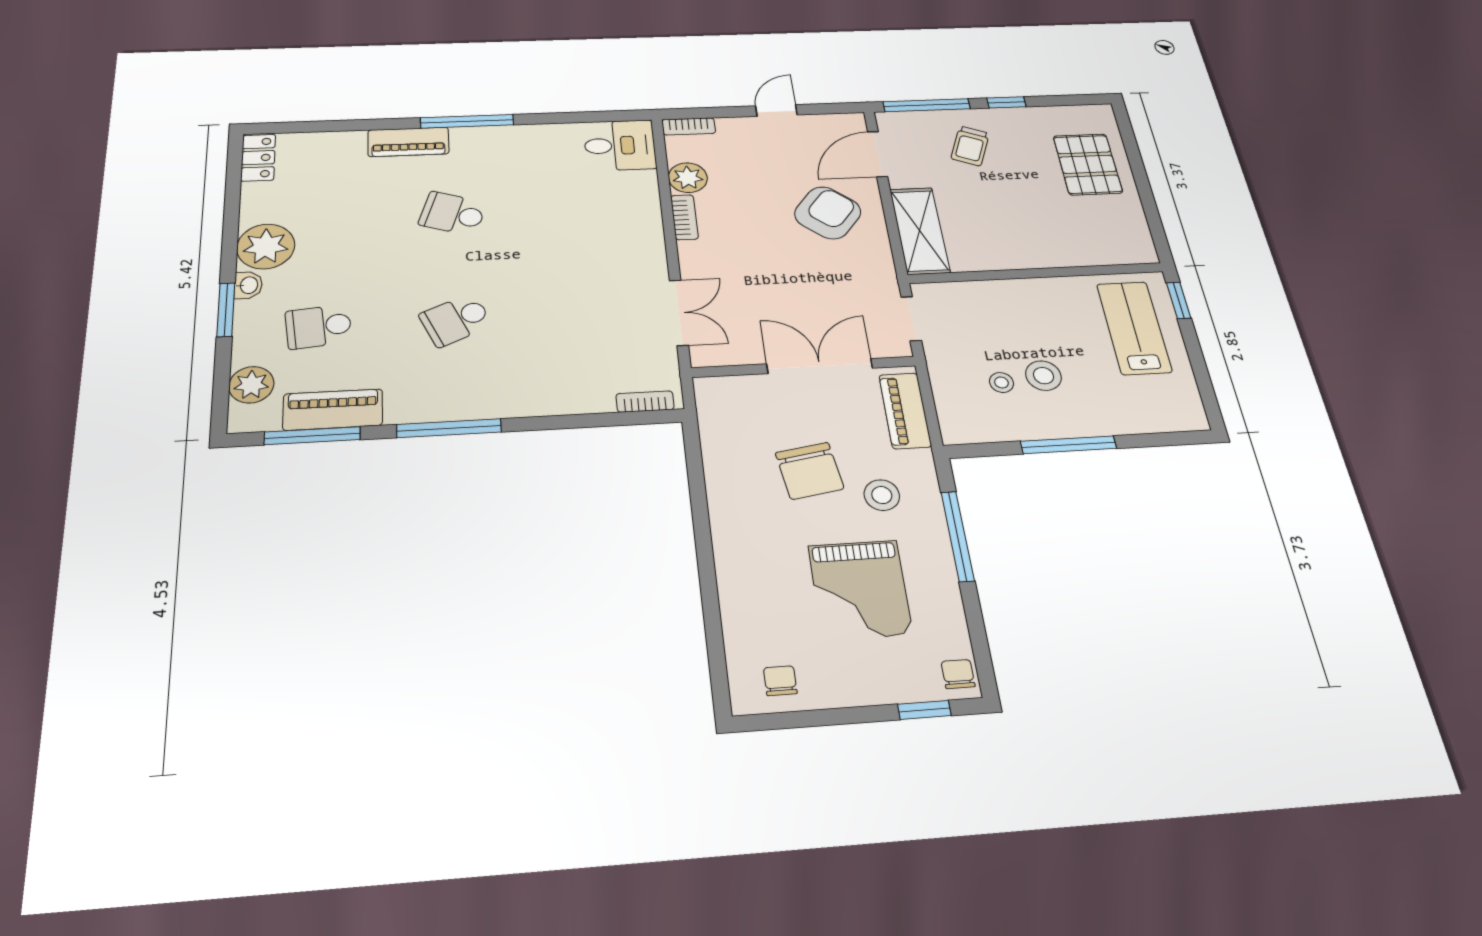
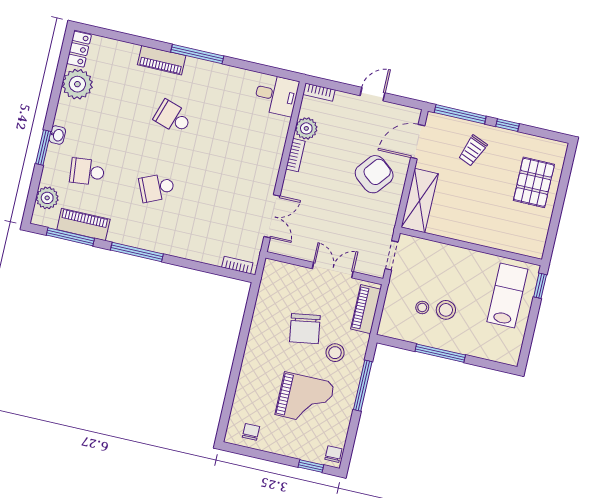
plant: (266, 246) -> (77, 84), moved
double door: (820, 366) -> (333, 270), width x0.73
grand piano: (860, 590) -> (305, 399), turned -90

